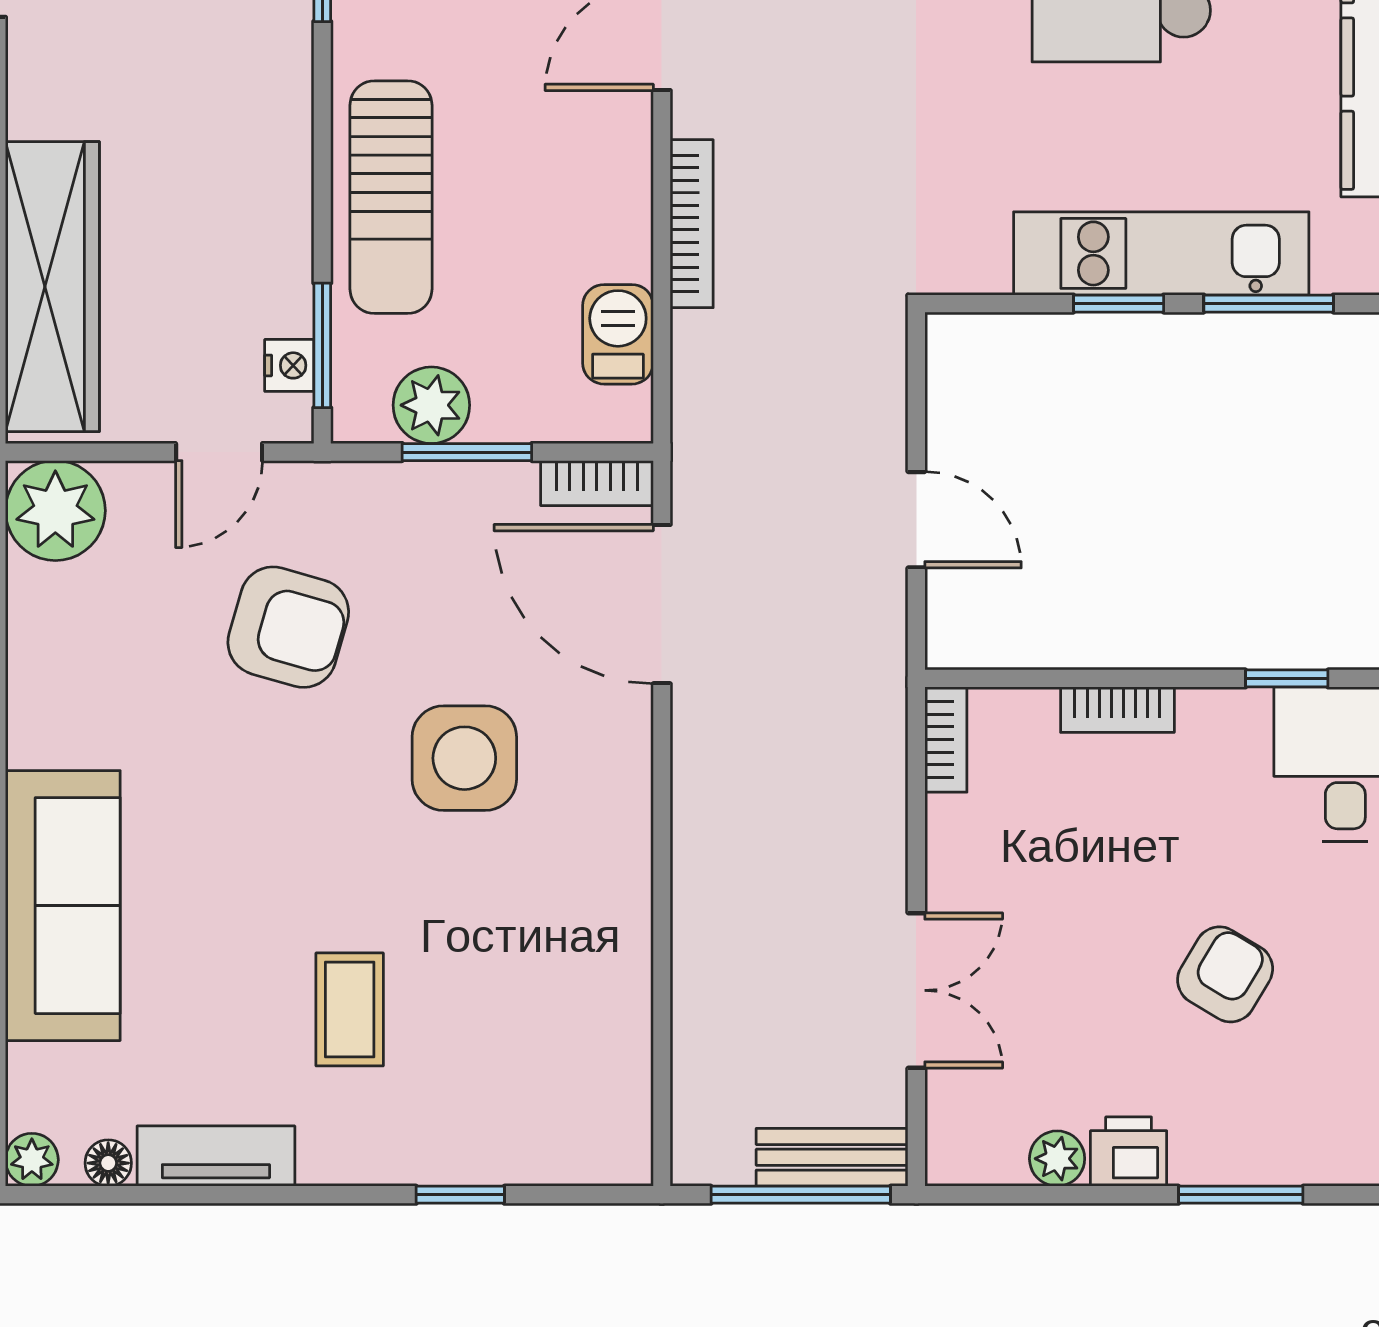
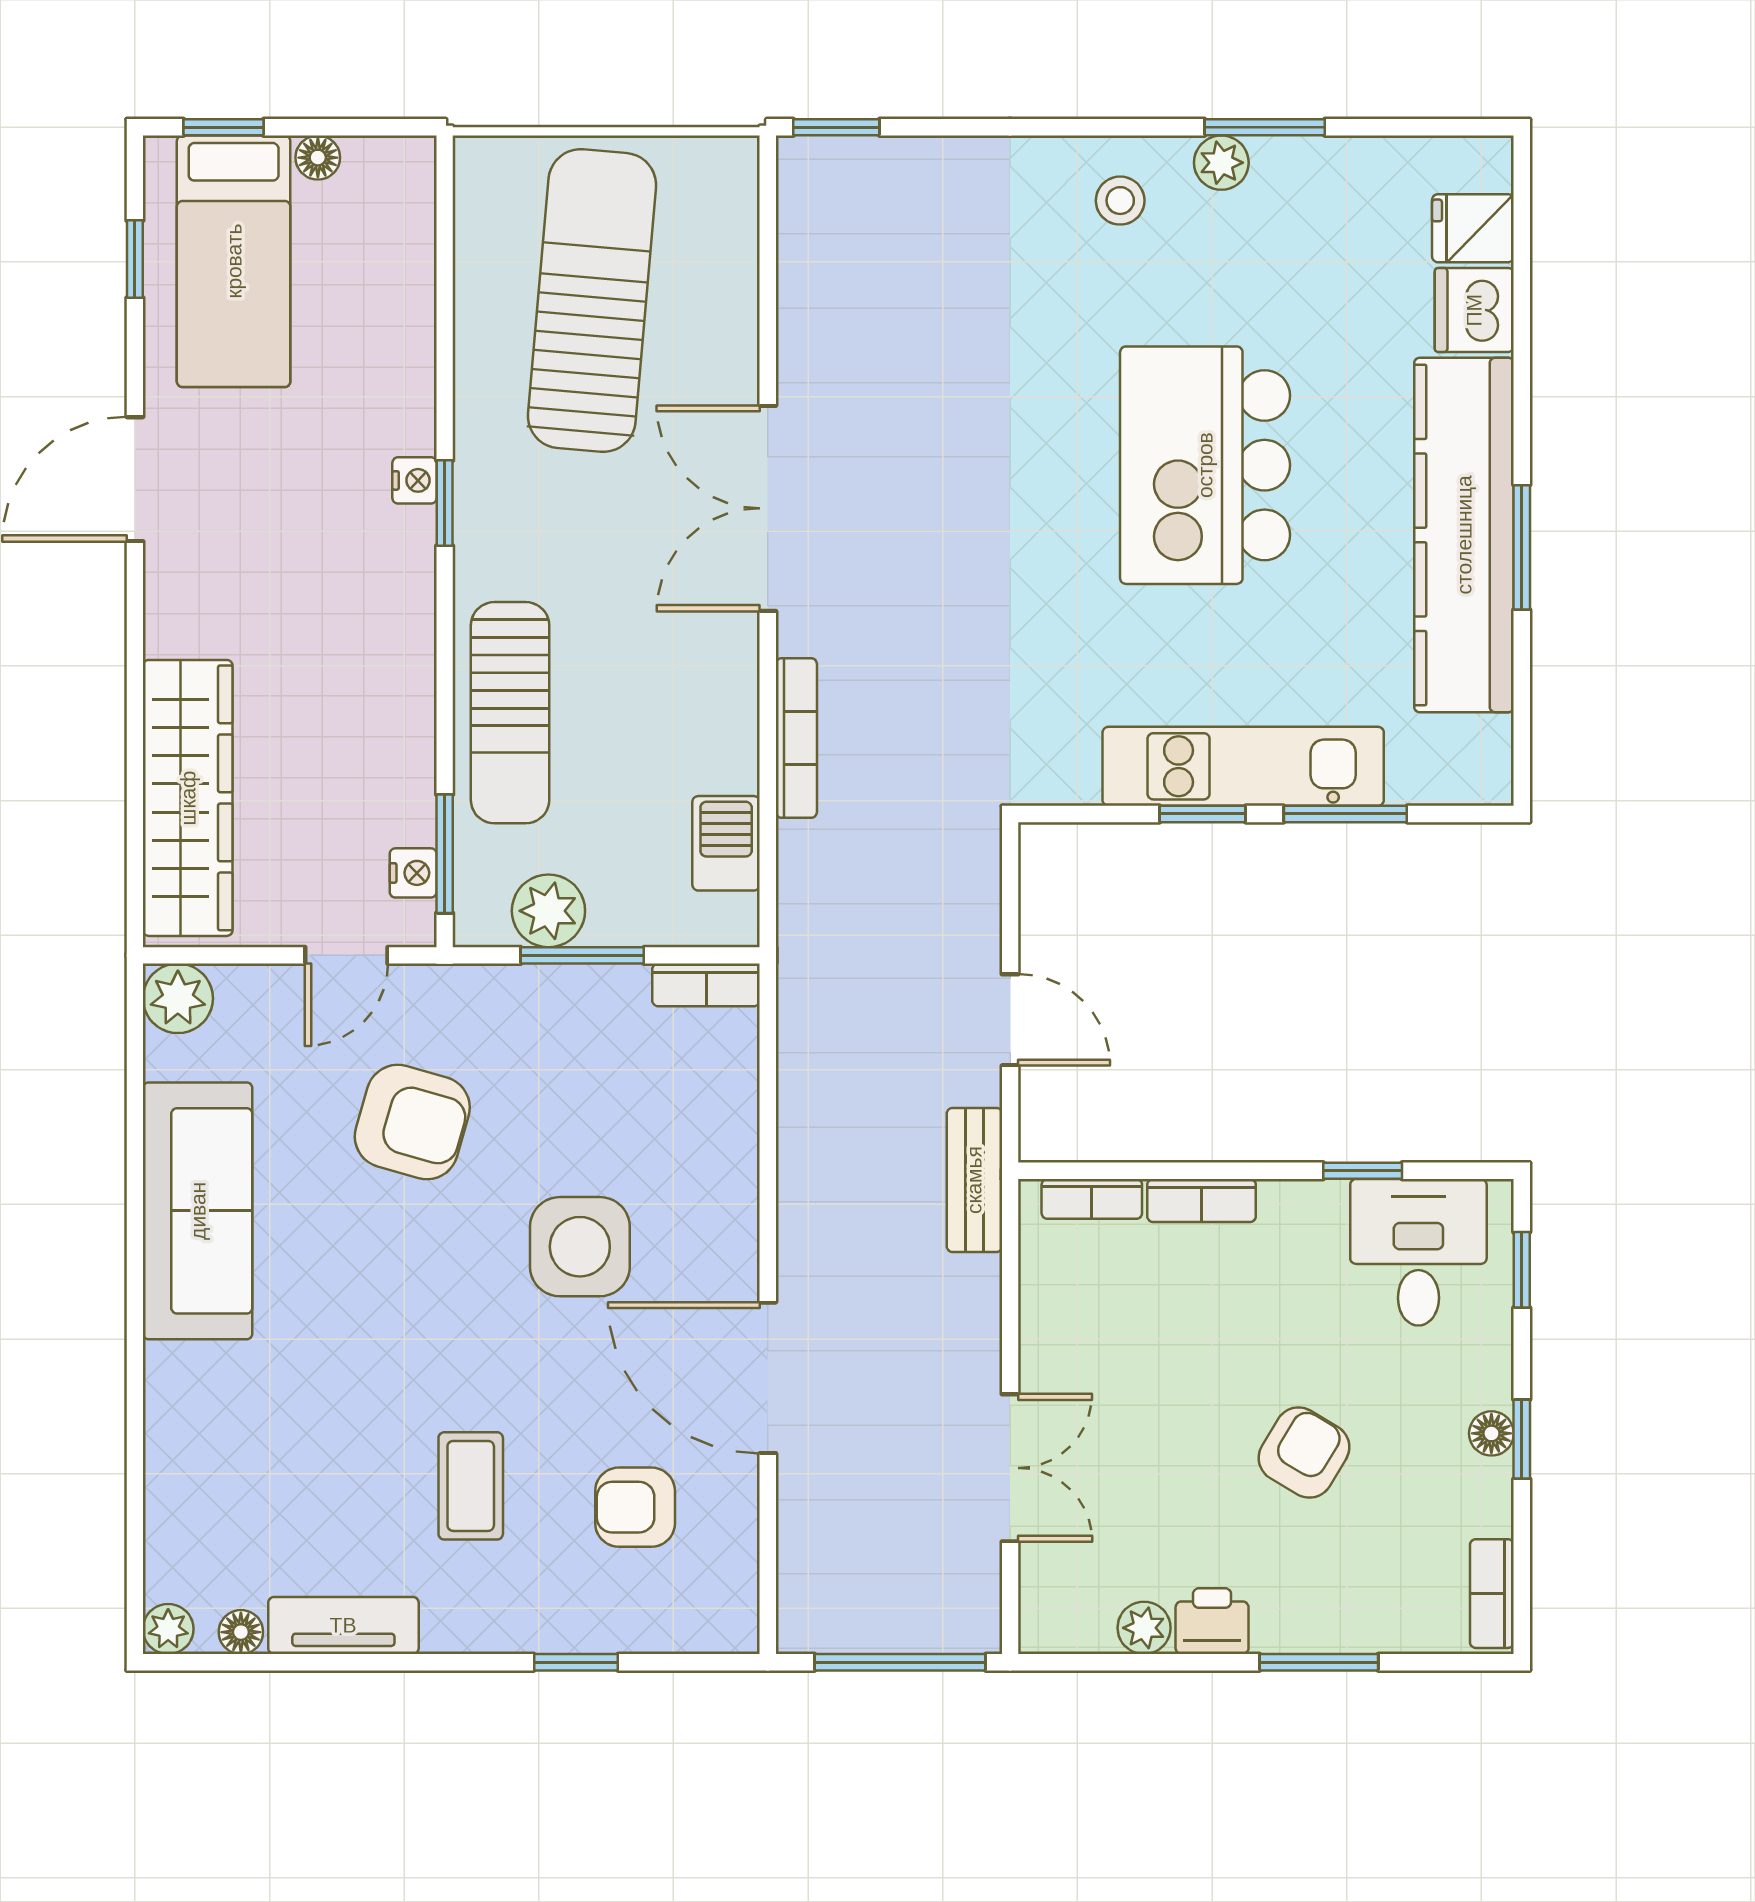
plant: (55, 511) -> (178, 998), width x0.73, depth x0.73
door: (662, 604) -> (768, 1378), moved
bookcase: (946, 740) -> (1092, 1199), moved, turned 90
sofa: (63, 906) -> (198, 1211), moved
armchair: (522, 1032) -> (635, 1507), added
bench: (832, 1157) -> (974, 1180), moved, turned 90

